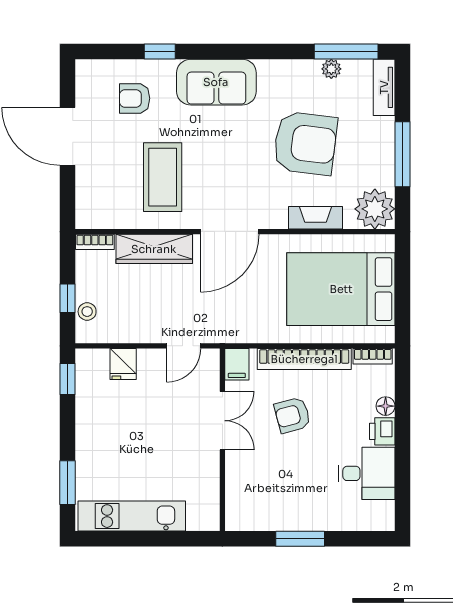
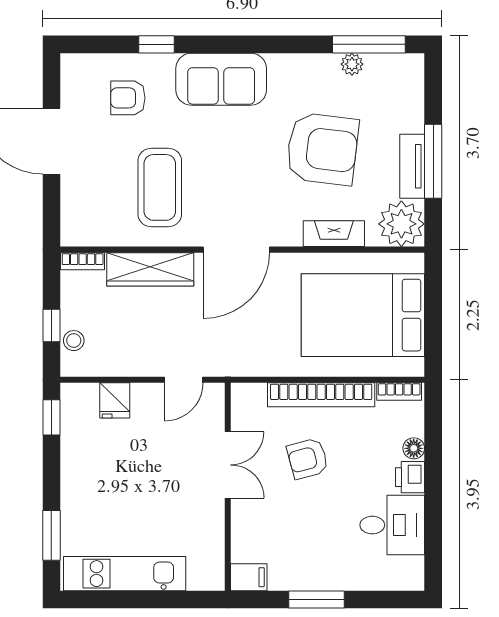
tv unit: (384, 87) -> (412, 166), moved
filing cabinet: (237, 364) -> (249, 577), moved, turned -90

